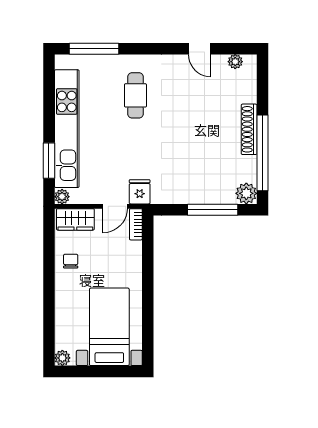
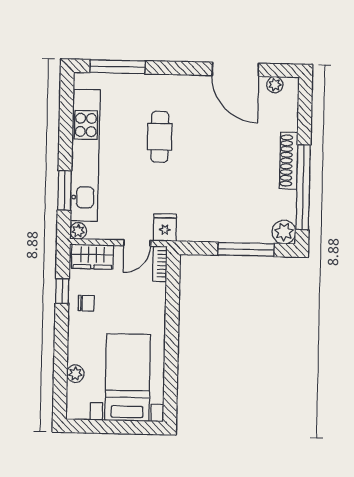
door: (200, 49) -> (235, 69), width x1.87
cafe table: (135, 95) -> (160, 137), moved
window: (49, 251) -> (62, 291), added
chair: (71, 261) -> (86, 303), turned 90
plant: (62, 358) -> (75, 374), moved

